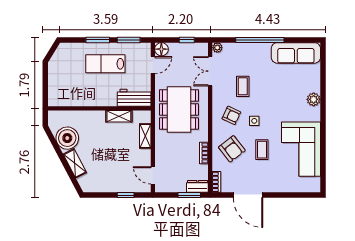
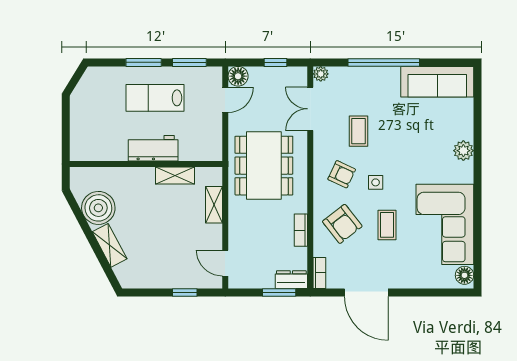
workbench: (134, 98) -> (153, 148), moved
floor lamp: (314, 184) -> (464, 275), added

